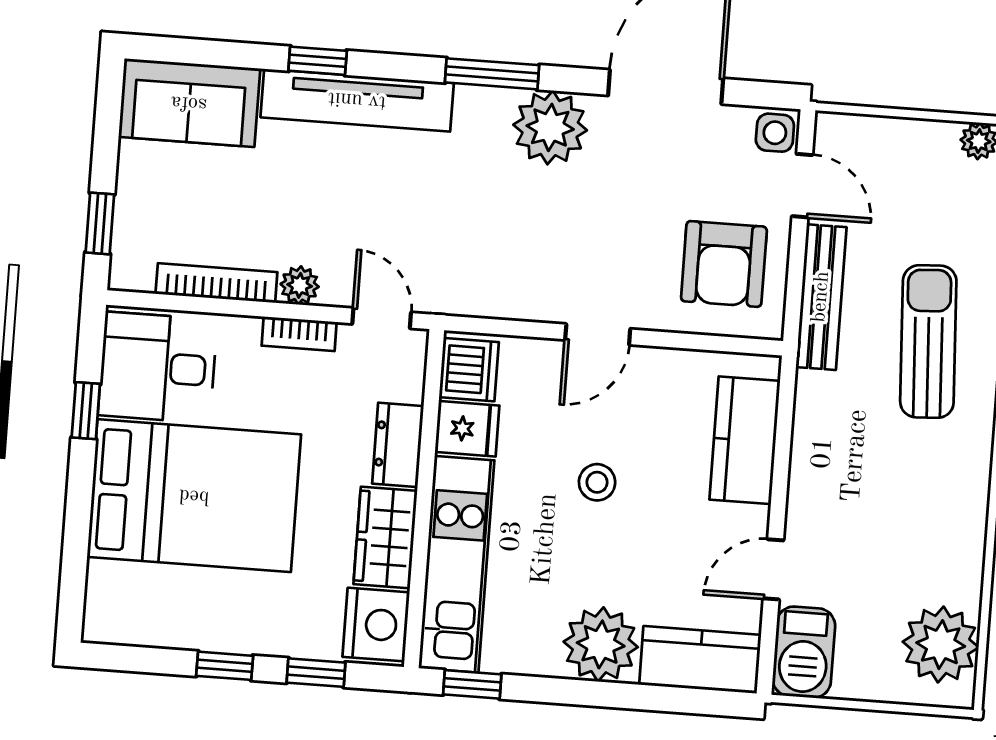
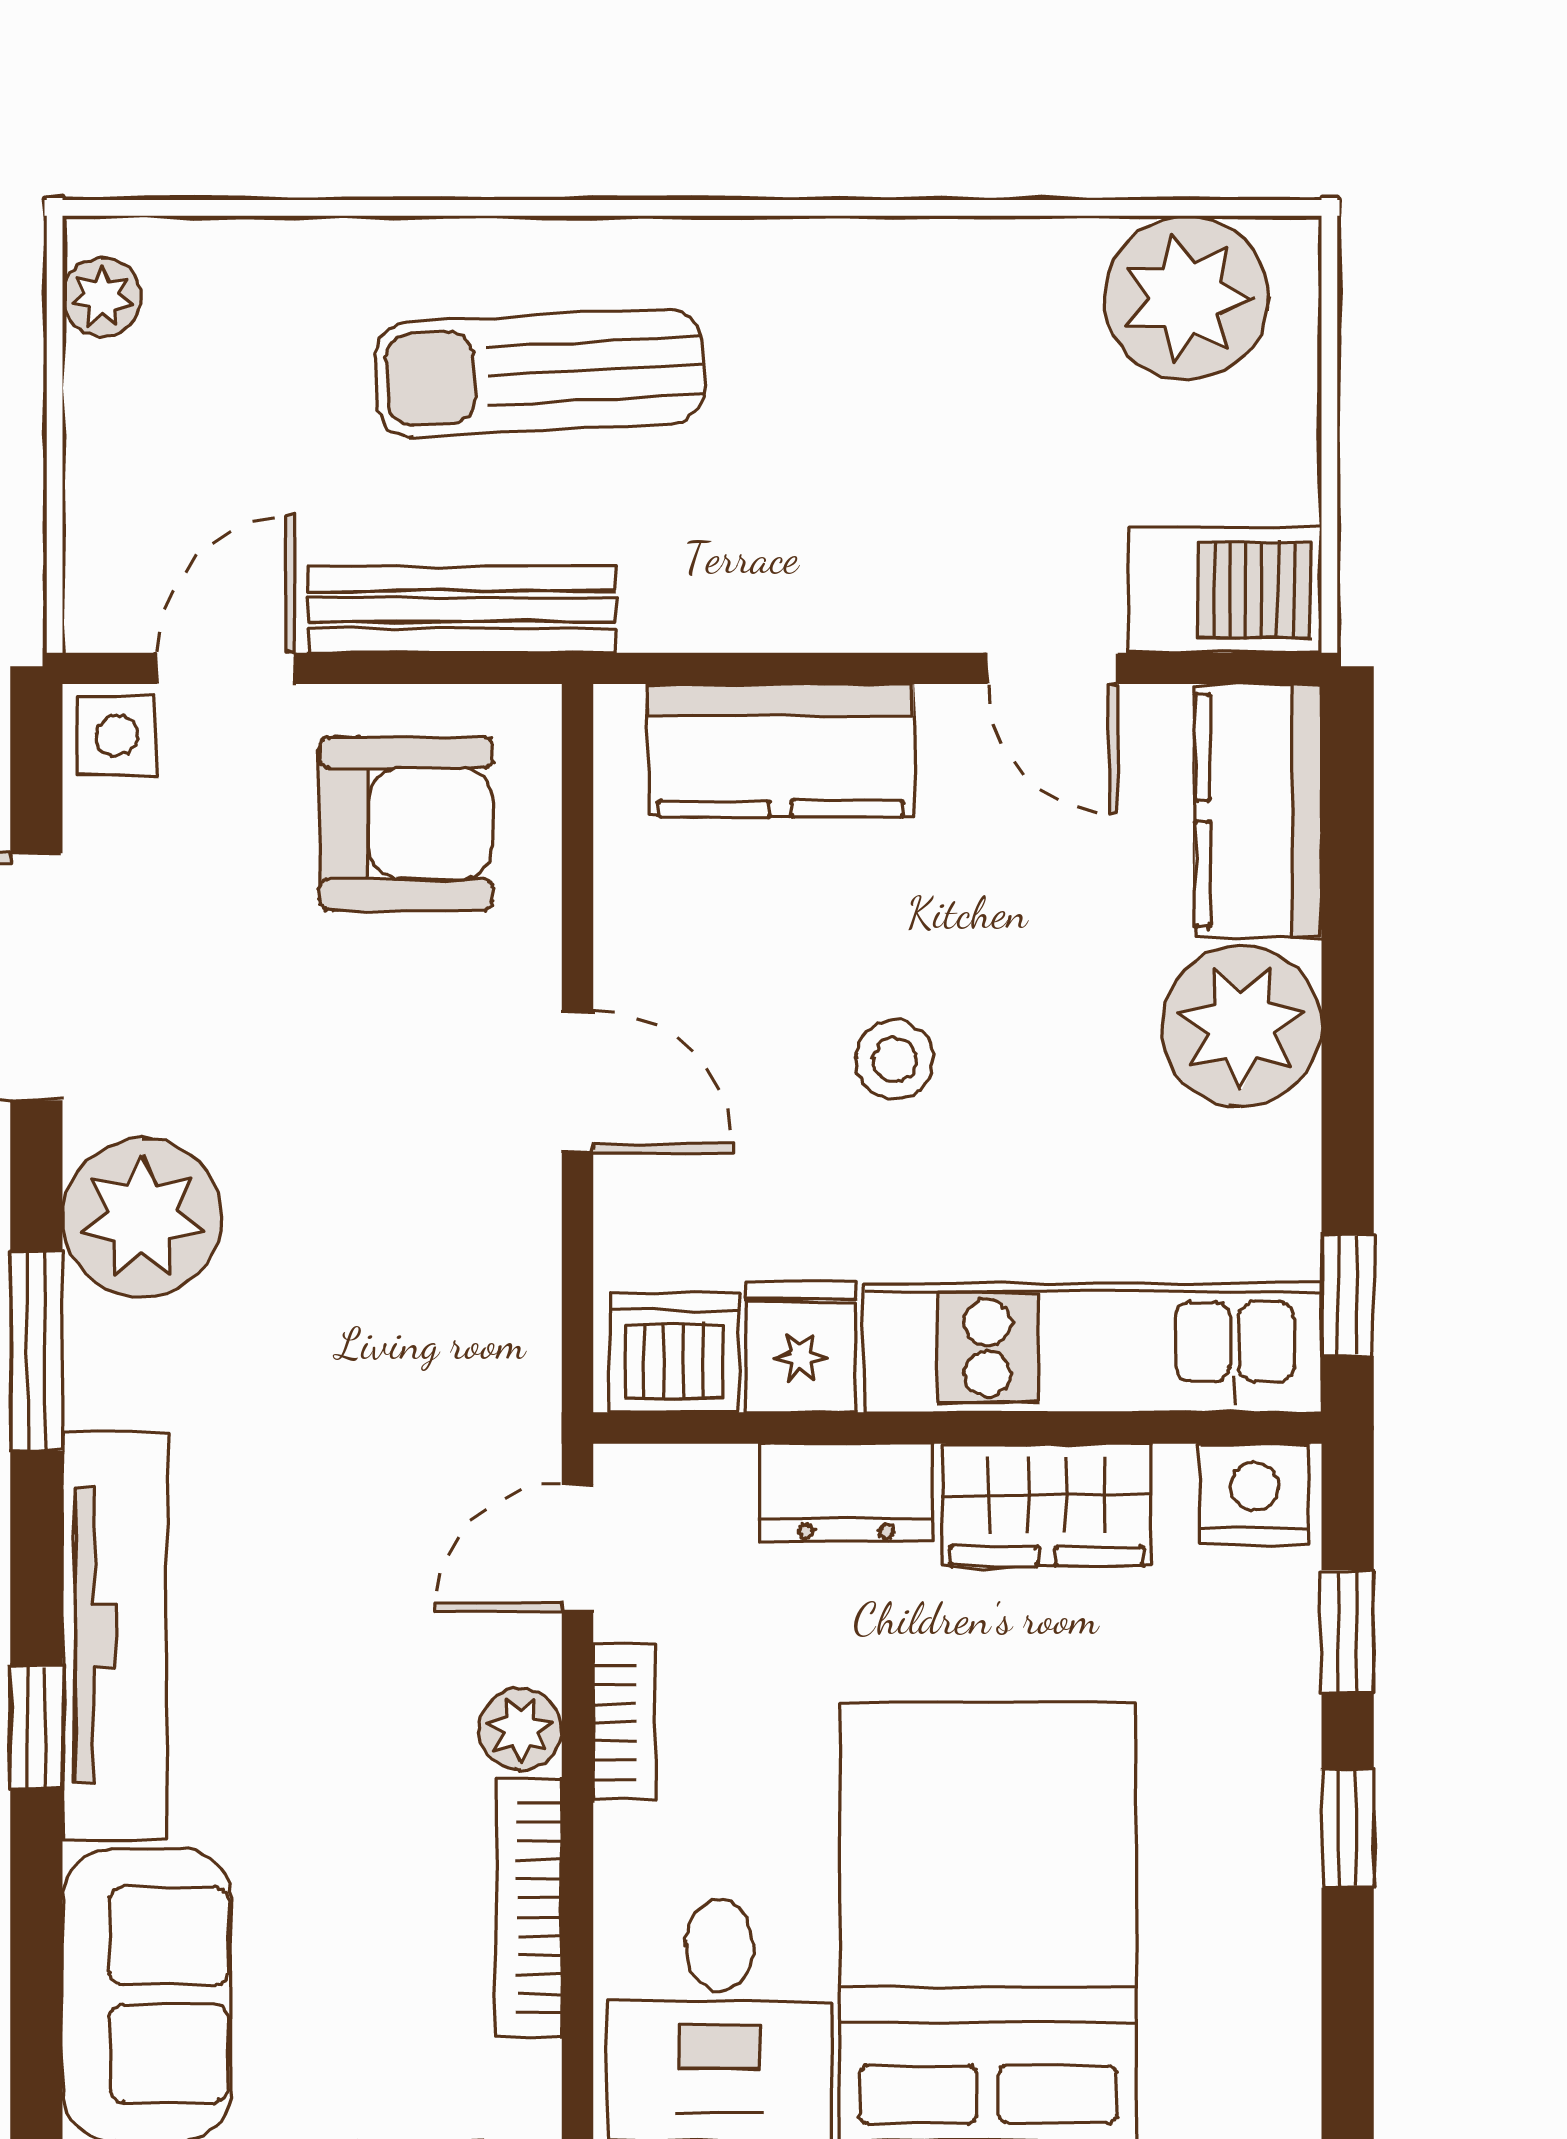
nightstand: (376, 625) -> (1255, 1494), width x0.74, depth x0.75

